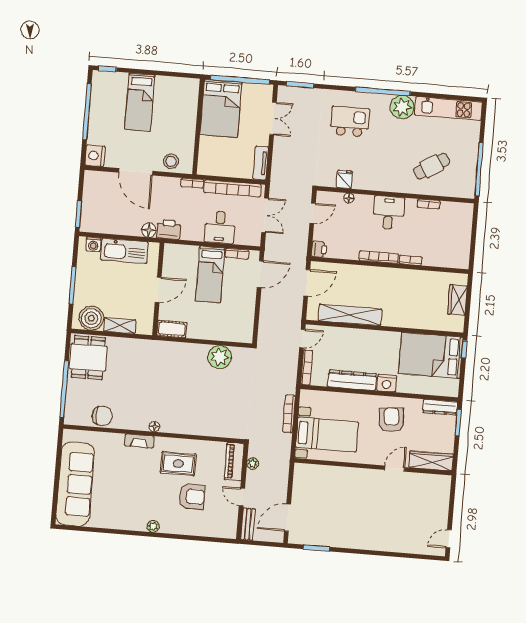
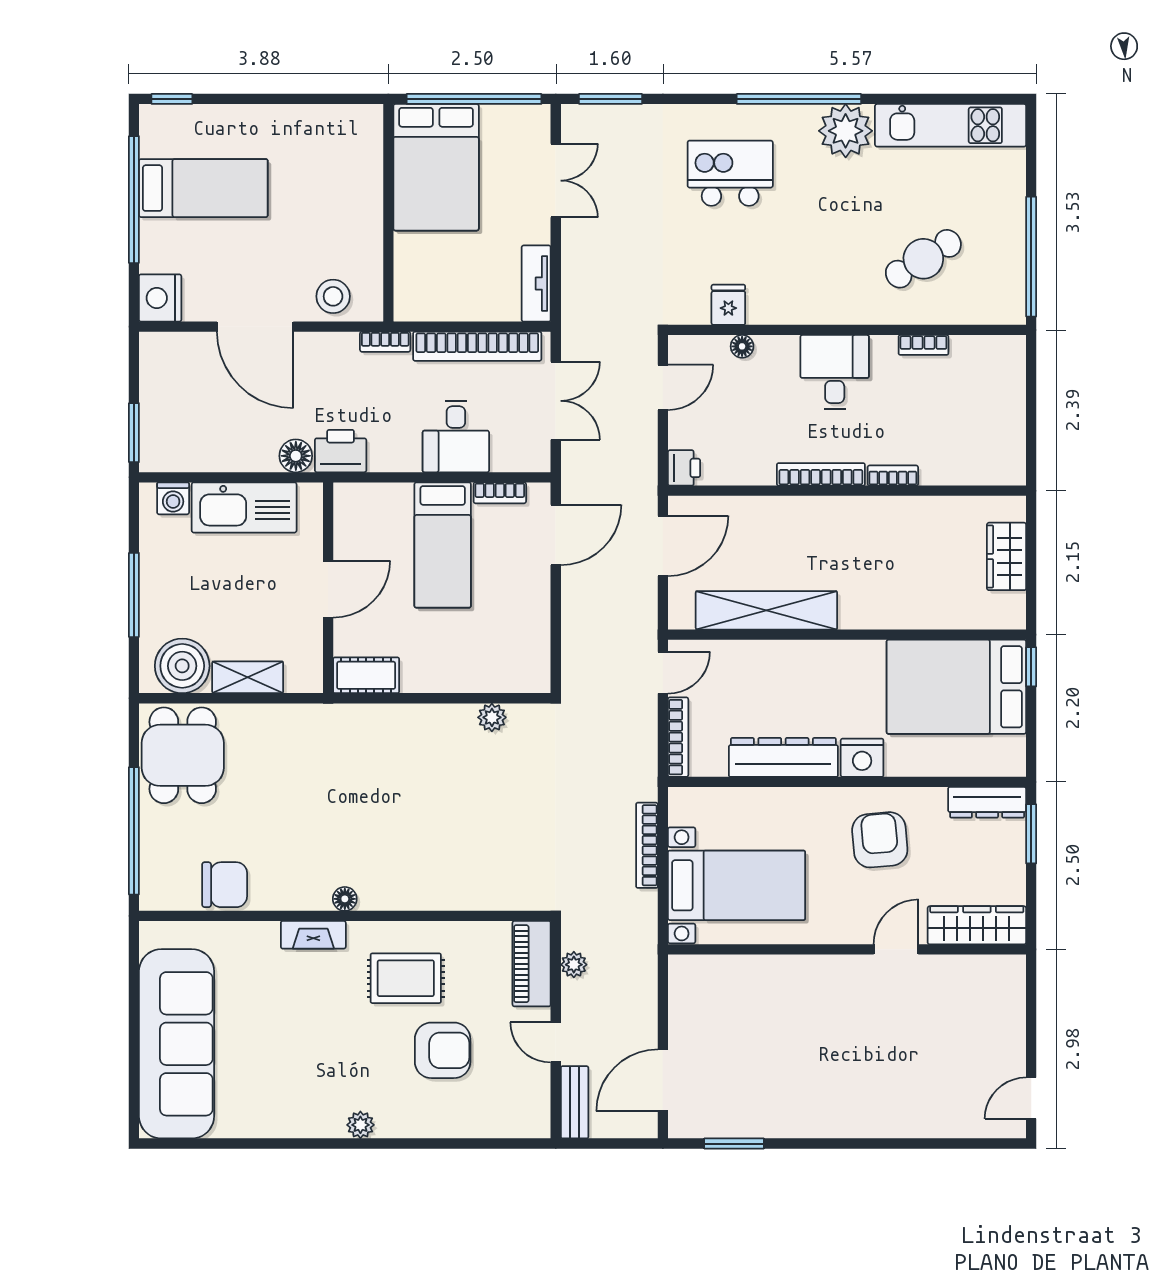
bed: (140, 102) -> (203, 188), moved, turned -90
plant: (220, 357) -> (492, 717), width x0.53, depth x0.53

